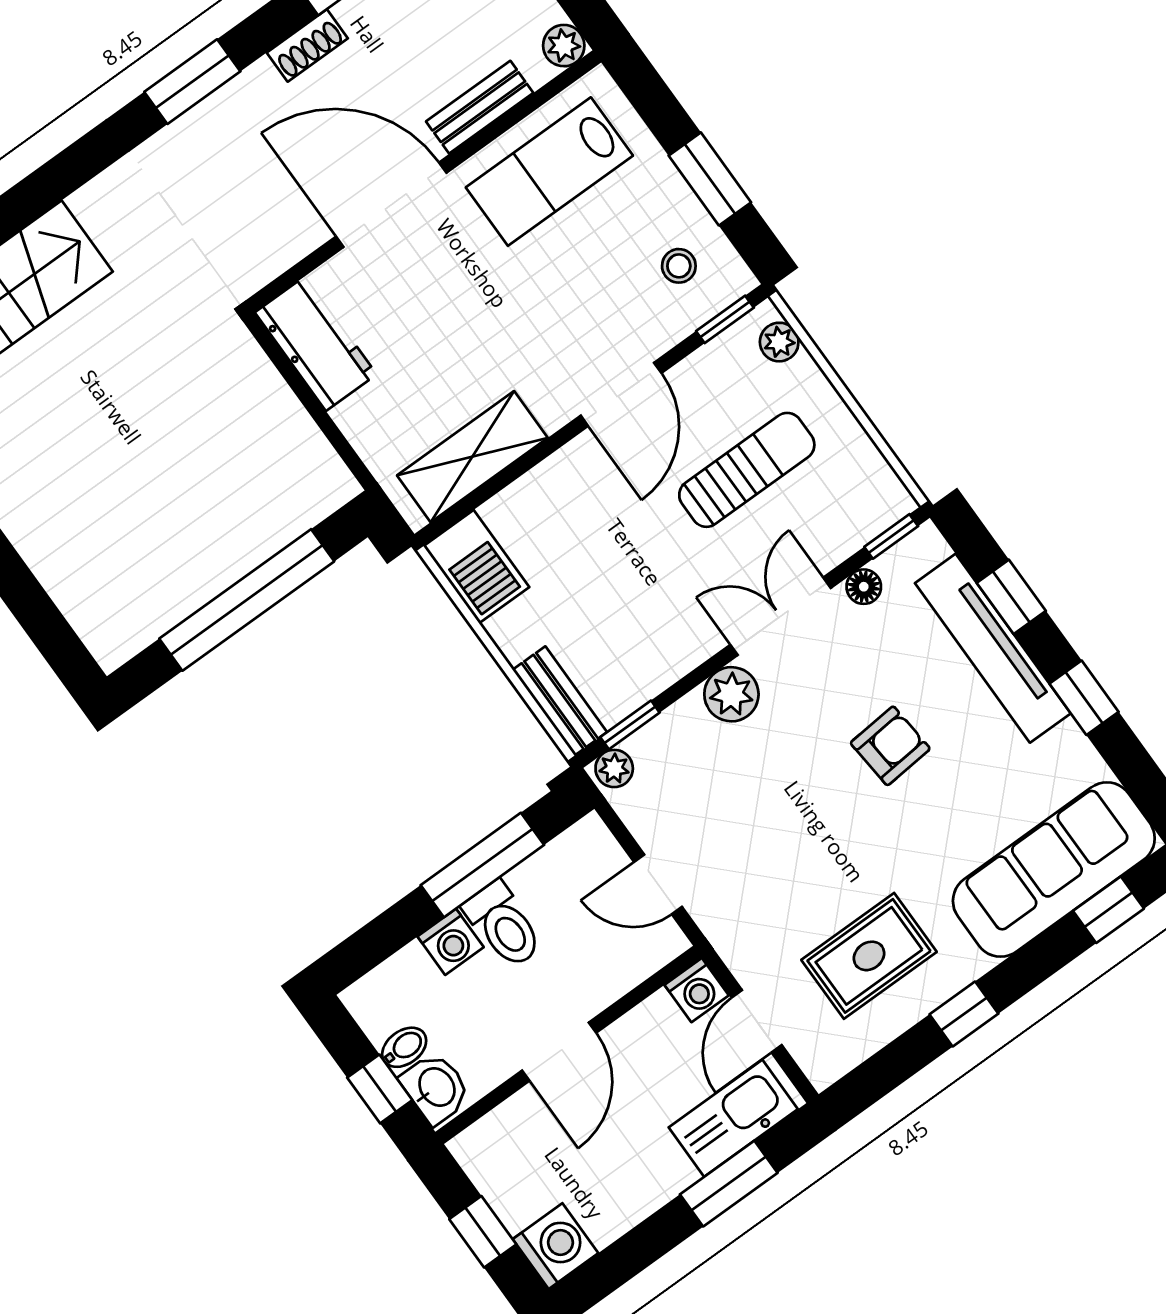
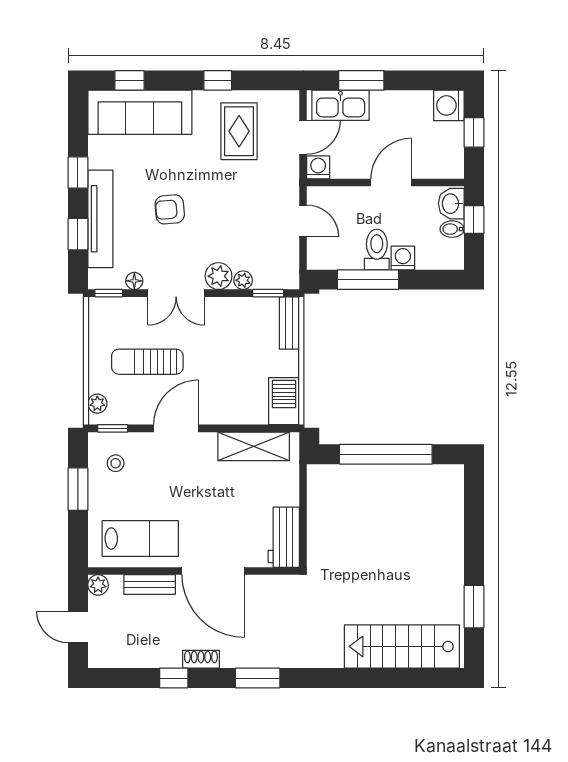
plant: (614, 768) -> (243, 280), moved
rug: (869, 956) -> (239, 131), turned 90

